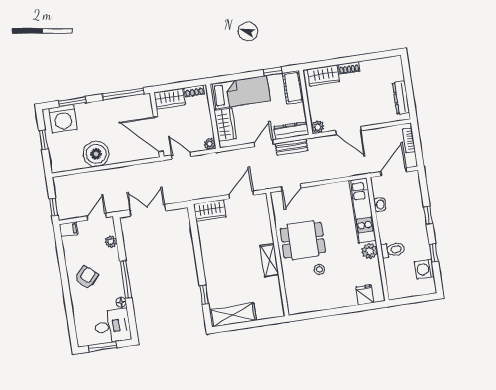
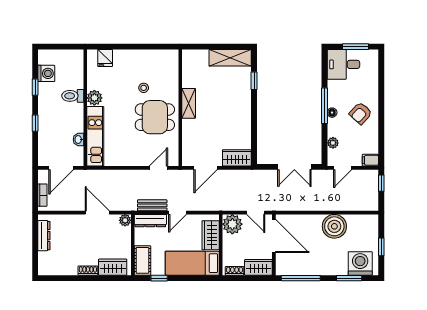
plant: (210, 144) -> (232, 224), width x1.87, depth x1.87
floor lamp: (121, 302) -> (332, 113), moved

